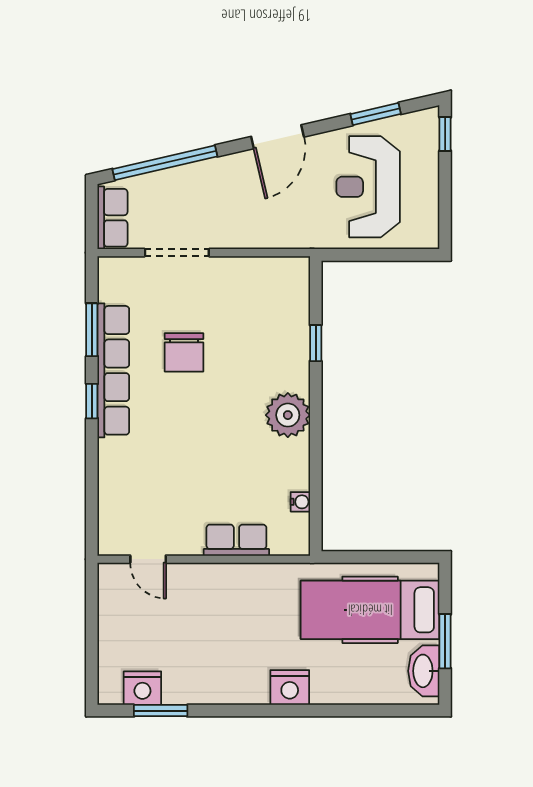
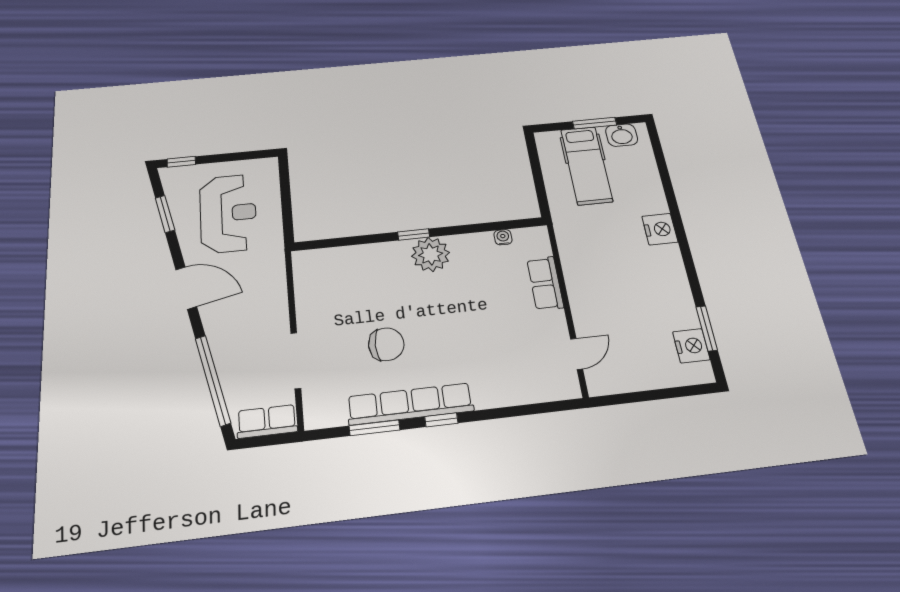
reception desk: (368, 187) -> (228, 213), turned -90
window: (316, 343) -> (414, 235), moved
hospital bed: (370, 610) -> (587, 165), width x0.73, depth x0.78
washbasin: (424, 671) -> (622, 135), width x0.72

